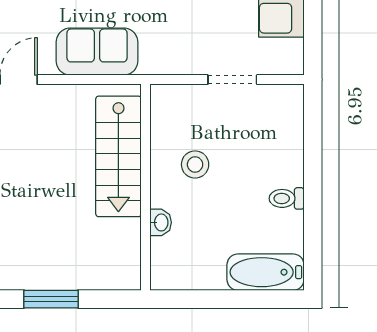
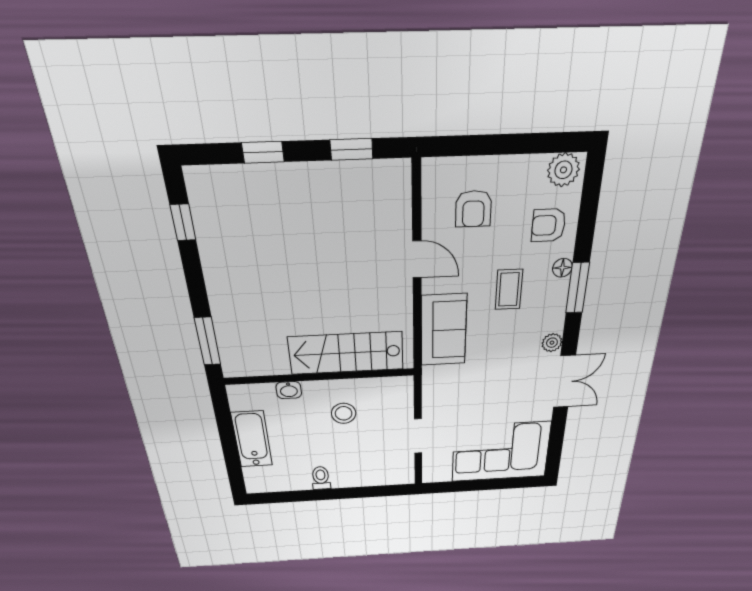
bathtub: (265, 272) -> (252, 439), moved
window: (51, 299) -> (208, 341), moved

